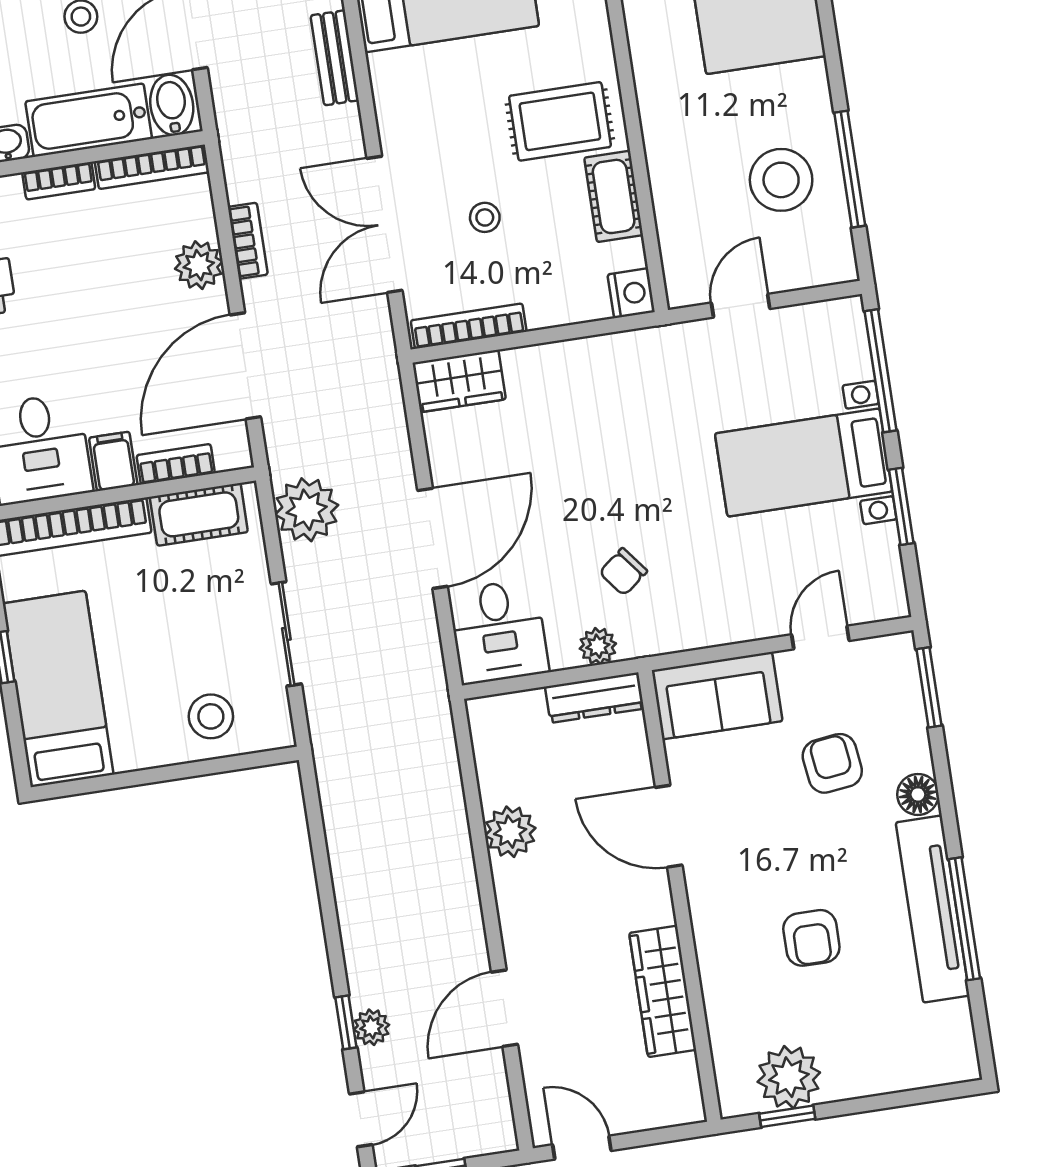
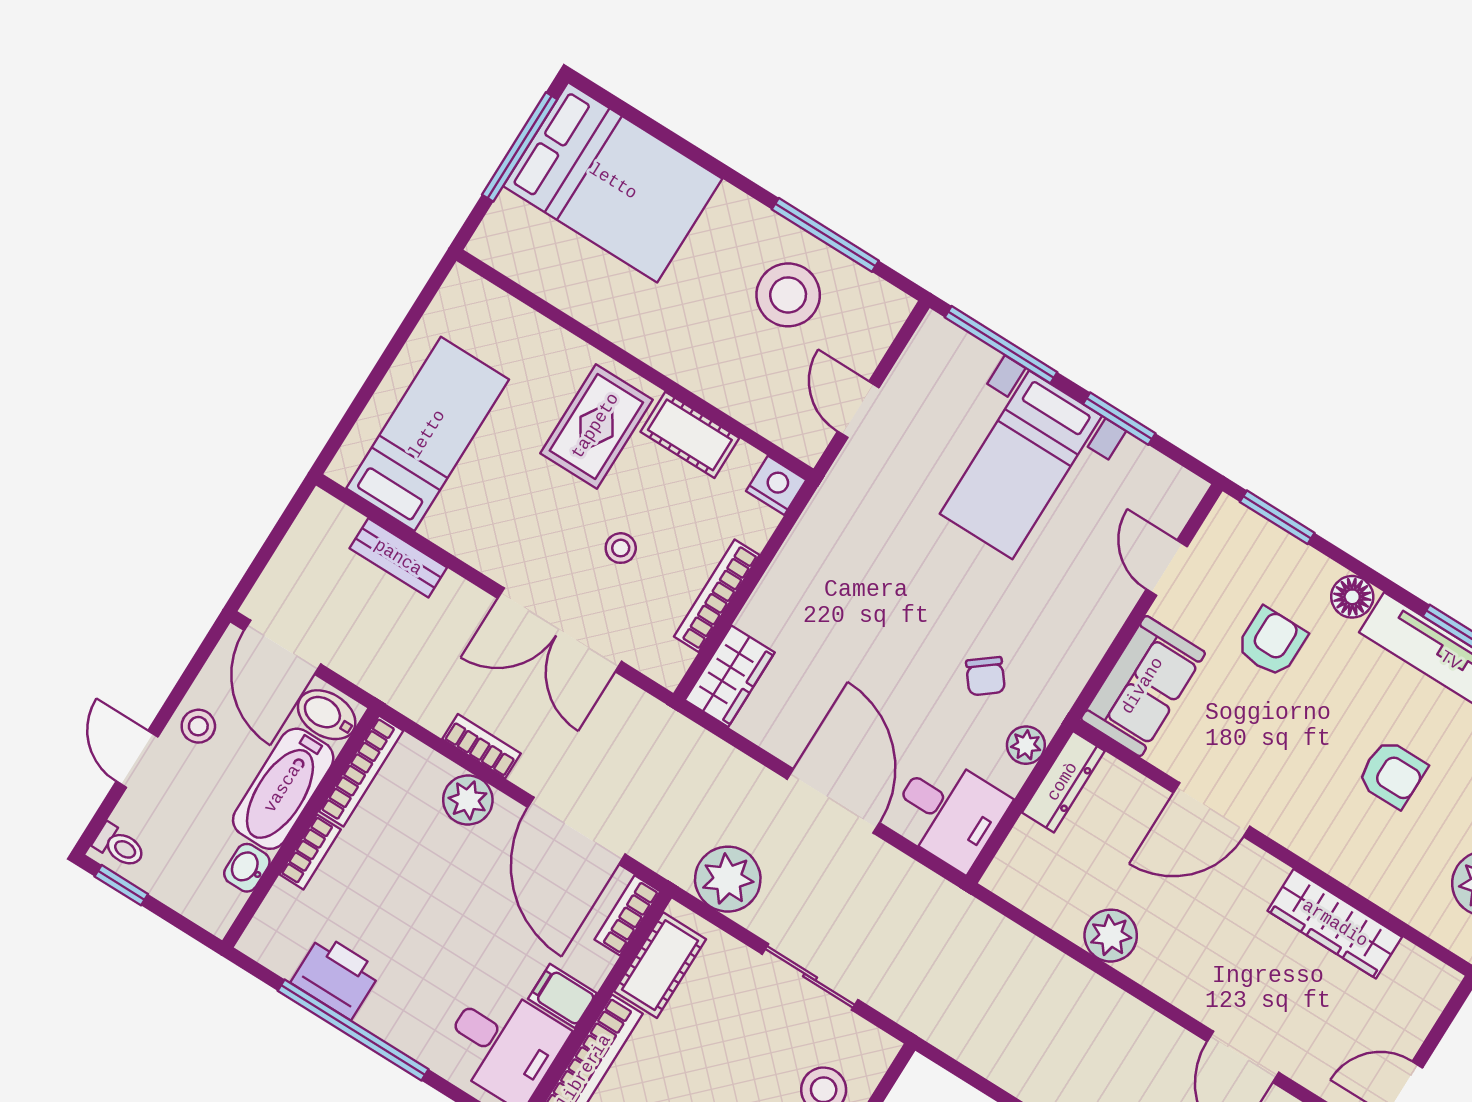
bookcase: (469, 326) -> (717, 596), moved
bookcase: (176, 464) -> (627, 915), moved
armchair: (832, 763) -> (1272, 642), turned 97

